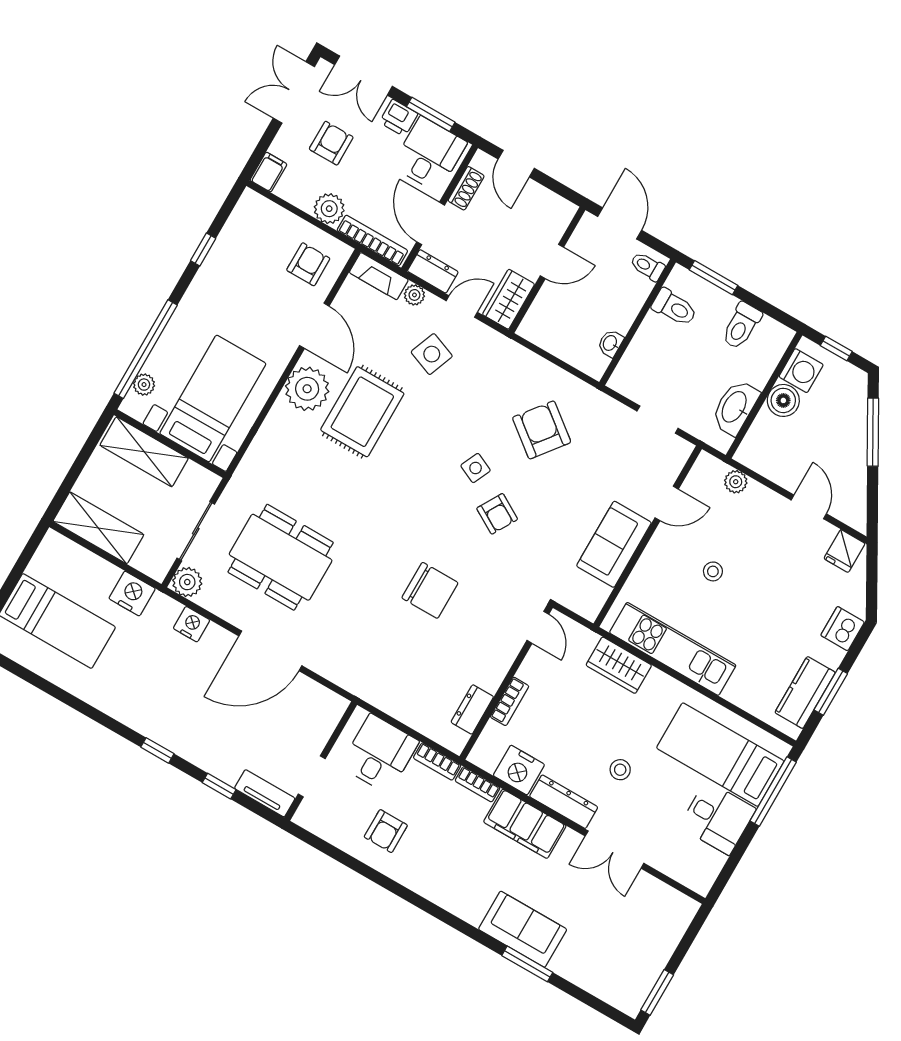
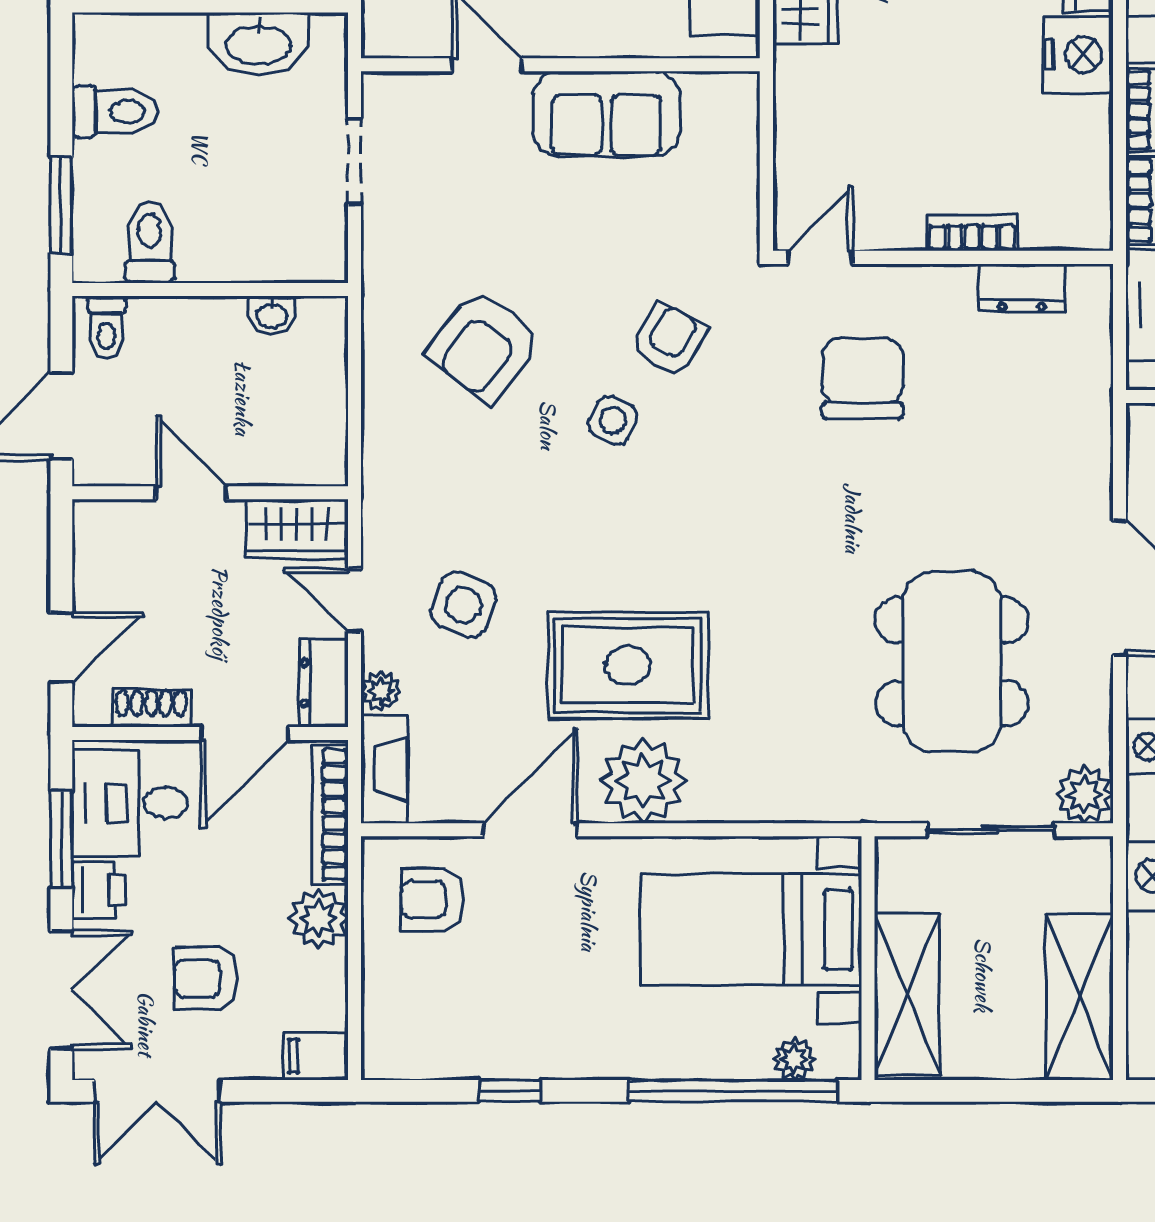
door: (538, 627) -> (820, 257), moved
wall: (506, 682) -> (943, 257), moved
bookcase: (510, 701) -> (972, 233), moved
dresser: (472, 709) -> (1022, 288), moved

